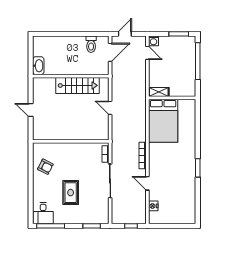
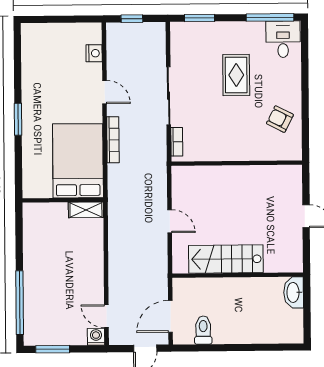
shelving: (159, 92) -> (86, 210), moved
wall: (172, 98) -> (63, 200), moved
bed: (163, 121) -> (78, 161), moved

